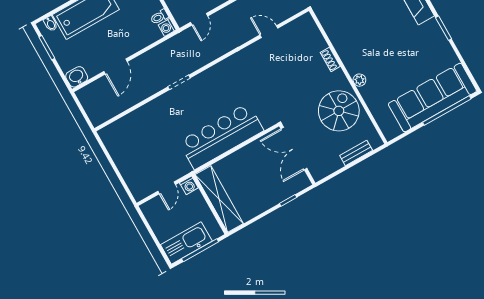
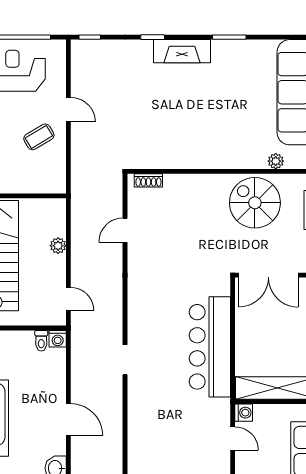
shoe rack: (330, 59) -> (148, 180), moved
plant: (359, 80) -> (276, 161), moved

